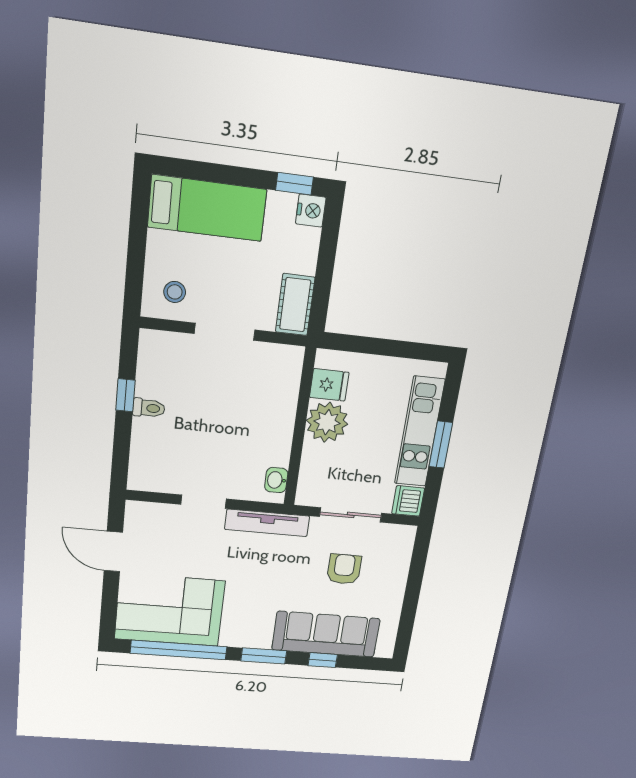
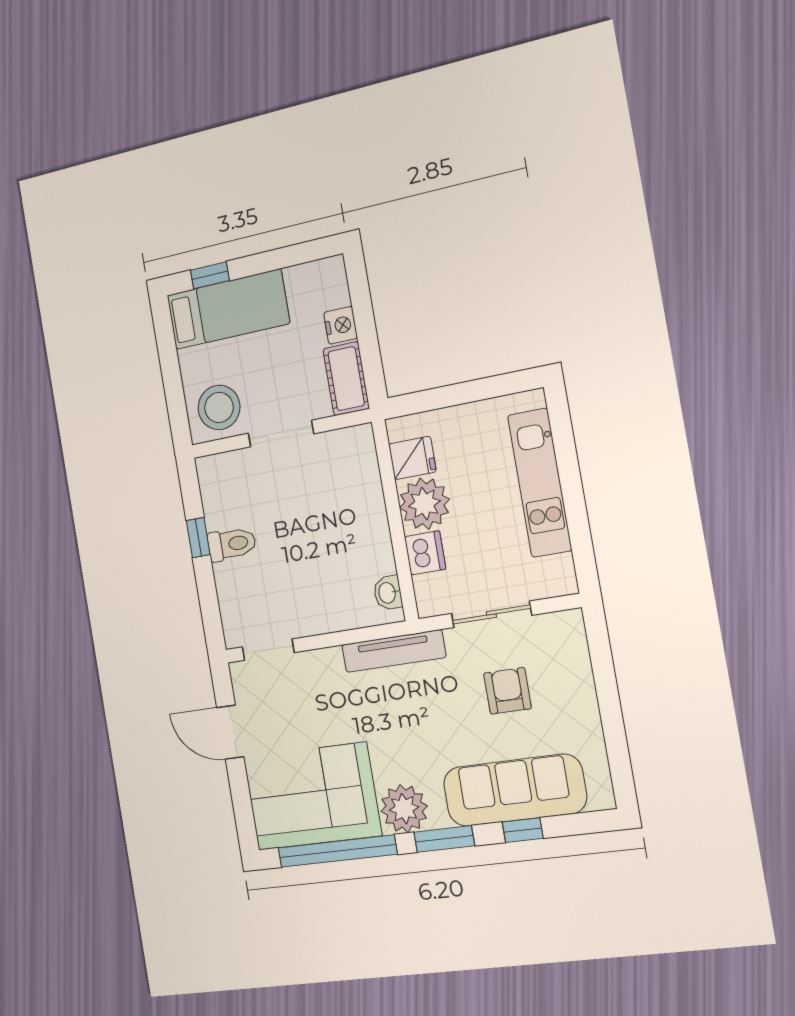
window: (295, 184) -> (210, 275), moved
nightstand: (311, 211) -> (340, 325), moved
stool: (175, 292) -> (219, 407), width x1.89, depth x1.89
toilet: (149, 408) -> (232, 544), width x1.37, depth x1.39
window: (441, 445) -> (572, 491), removed
dishwasher: (408, 501) -> (425, 553), moved, turned 180
doorway: (204, 502) -> (268, 650), moved
plant: (240, 631) -> (404, 809), added

